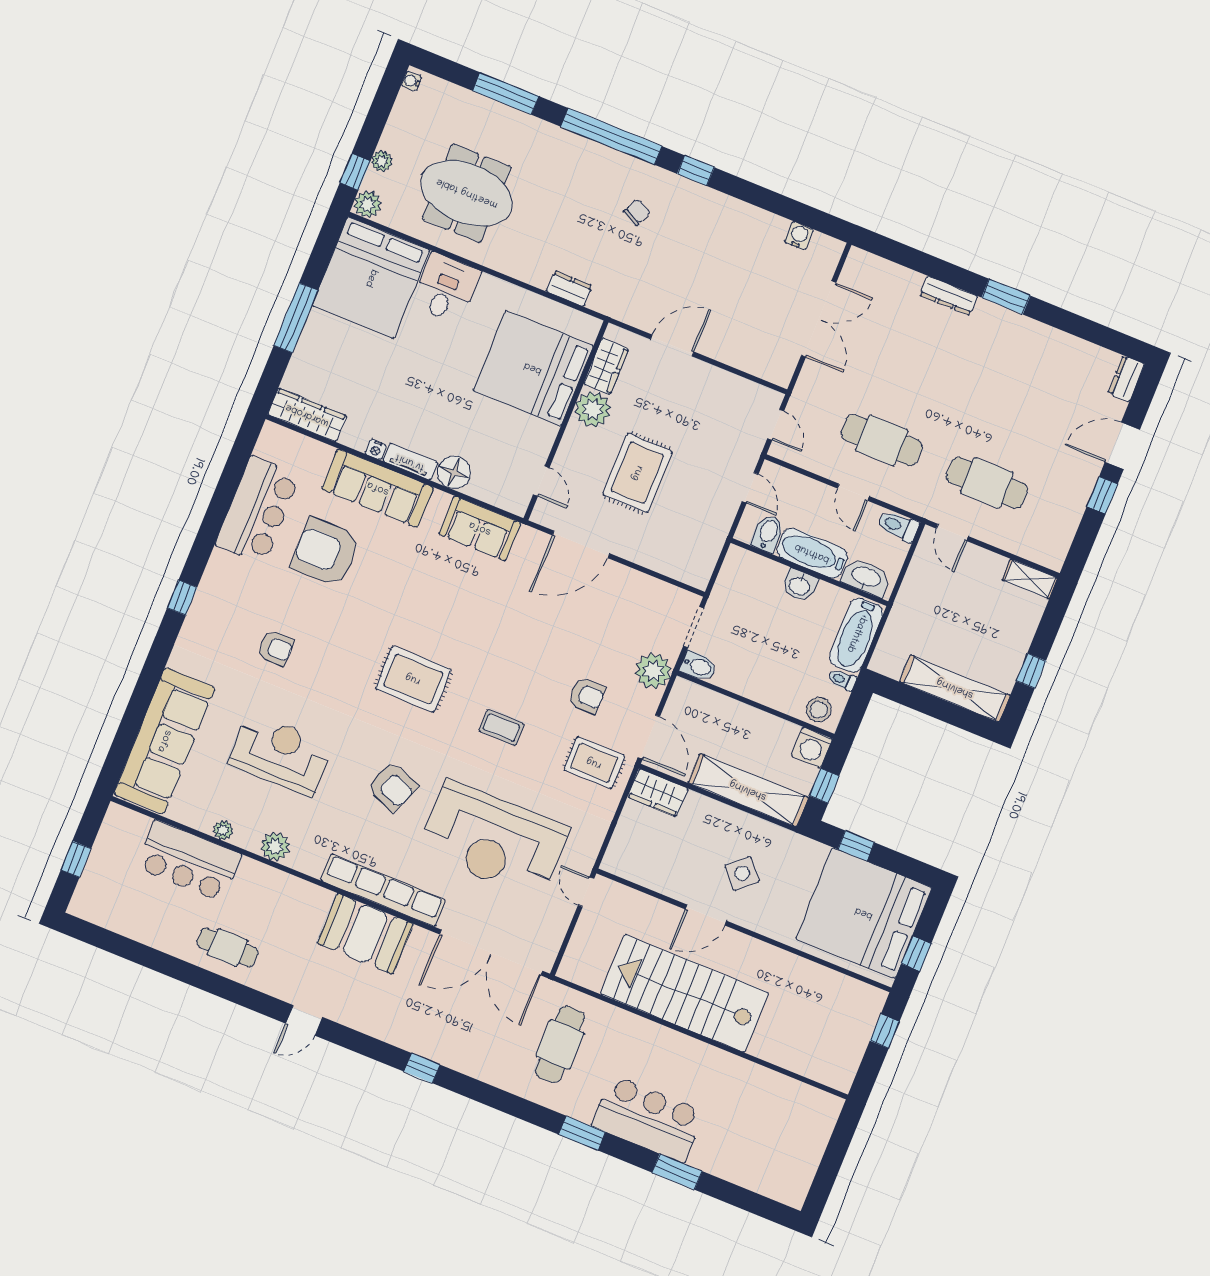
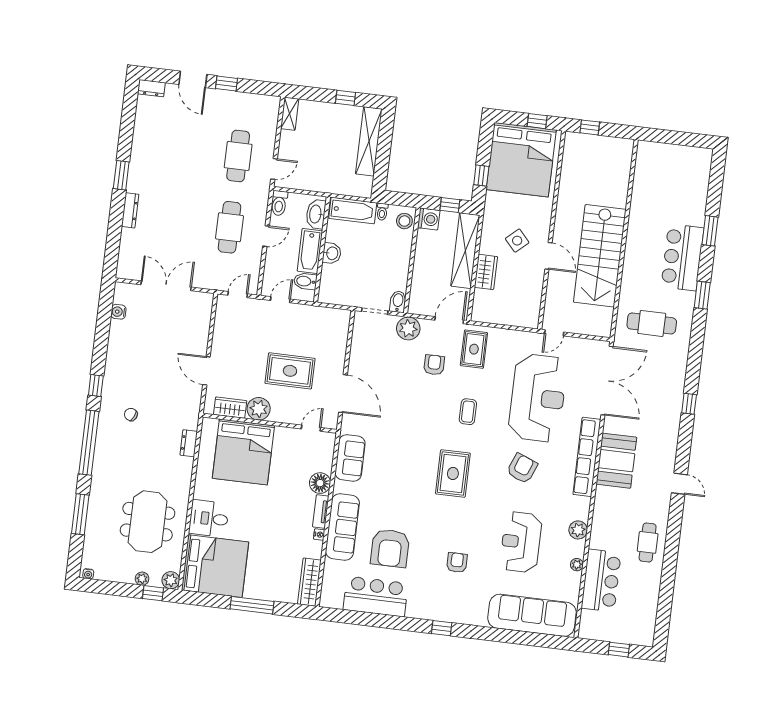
wardrobe: (658, 793) -> (486, 272), moved

